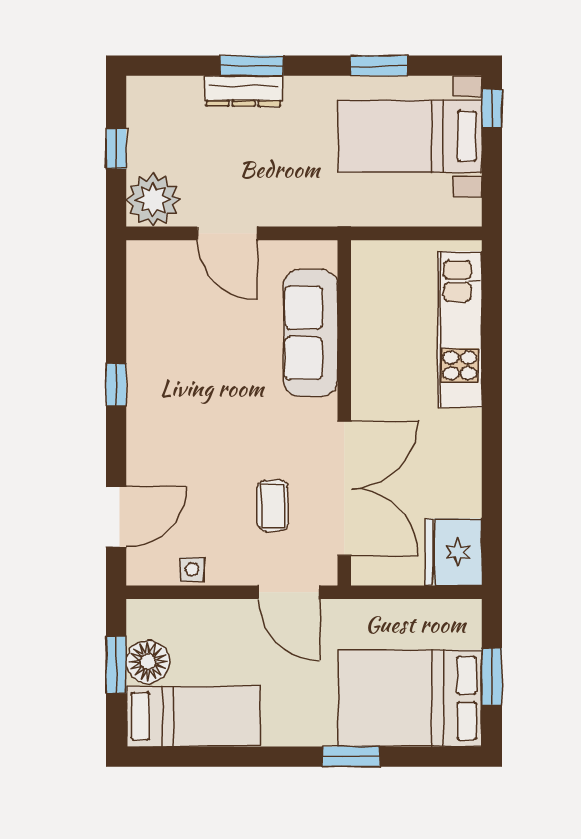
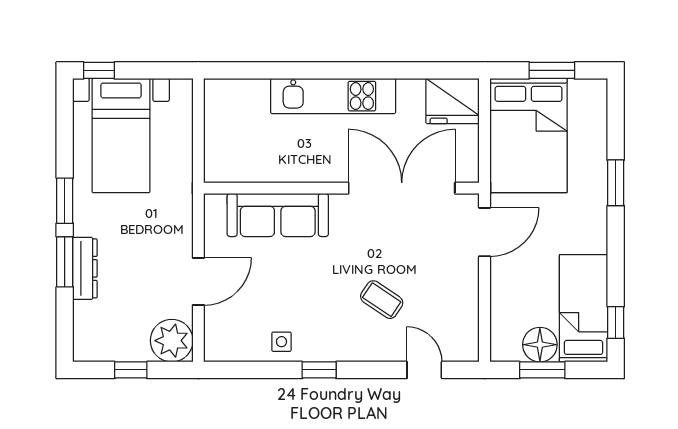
window: (378, 66) -> (65, 201), moved
kitchen unit: (460, 330) -> (333, 96), moved
coffee table: (273, 506) -> (382, 300), moved, turned 35
door: (116, 517) -> (424, 370), width x0.73
side table: (192, 569) -> (281, 342), moved
bed: (410, 698) -> (528, 136), moved
window: (176, 757) -> (616, 322), added

